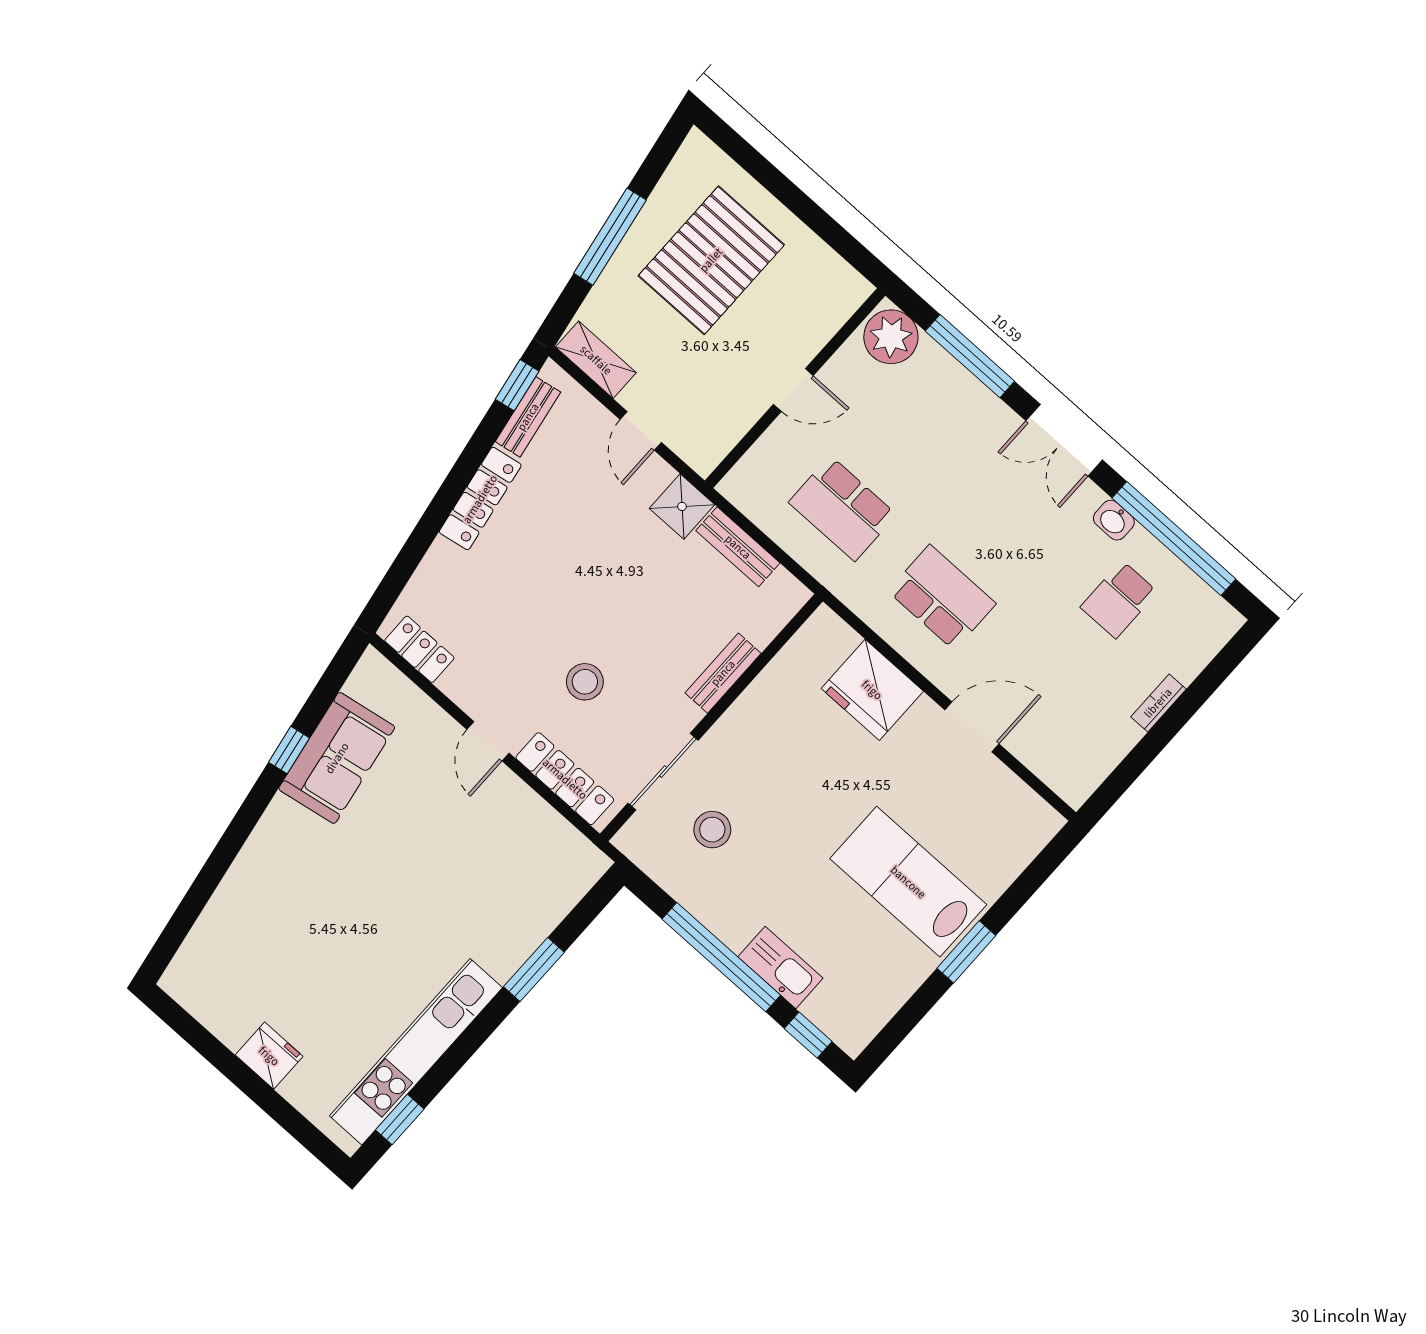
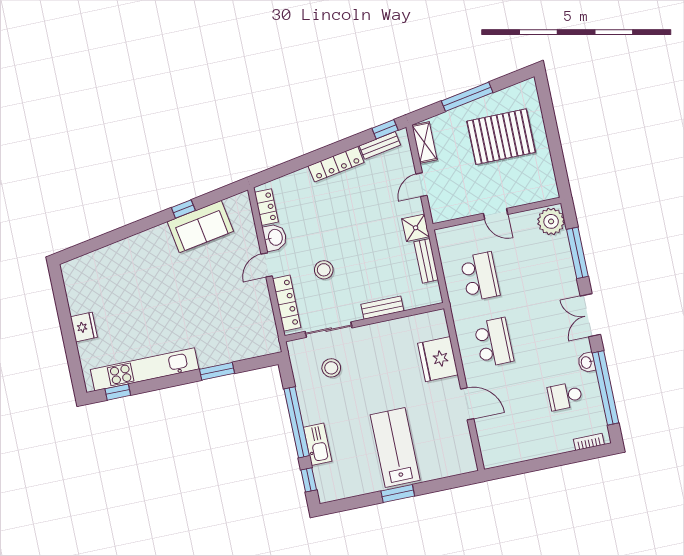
school desk: (843, 508) -> (480, 277), turned 180
washbasin: (469, 688) -> (275, 237), added
bookcase: (1158, 703) -> (589, 442), moved

